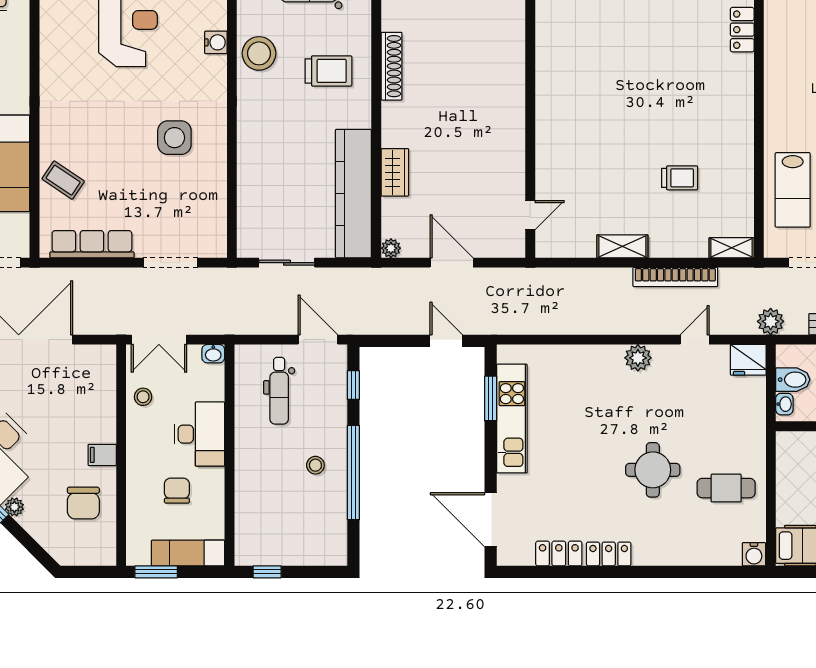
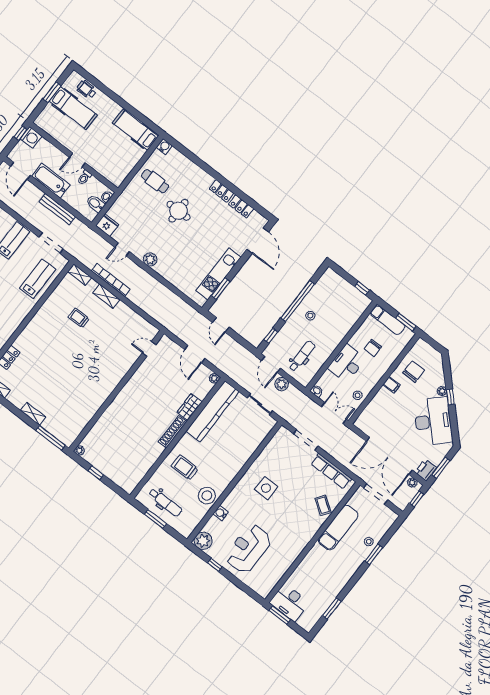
shoe rack: (392, 66) -> (173, 432), moved
shelving: (622, 246) -> (106, 296), moved
plant: (771, 321) -> (282, 384), moved

